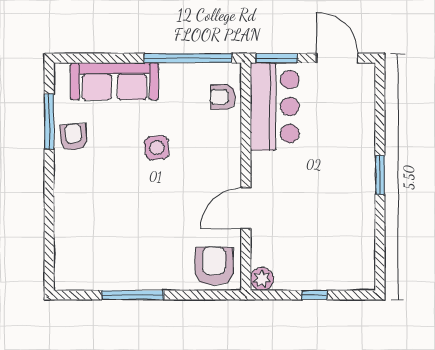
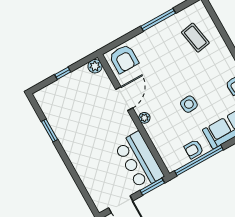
armchair: (223, 97) -> (194, 149), moved, turned 180
plant: (232, 164) -> (144, 118), added
window: (380, 175) -> (50, 131), moved
coffee table: (93, 239) -> (195, 38), added

